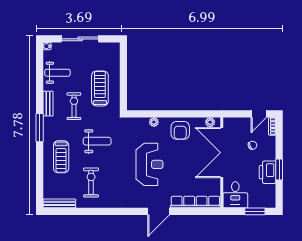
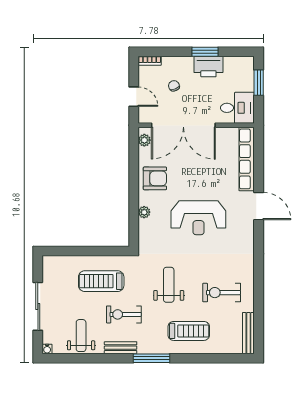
door: (259, 114) -> (134, 97), moved
reception desk: (149, 164) -> (198, 218), turned 180

